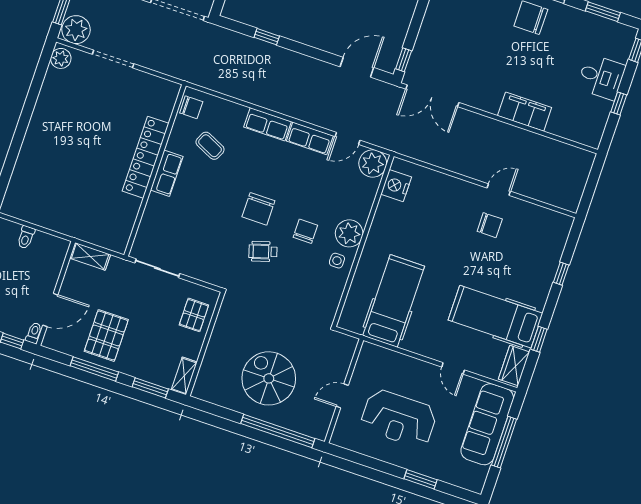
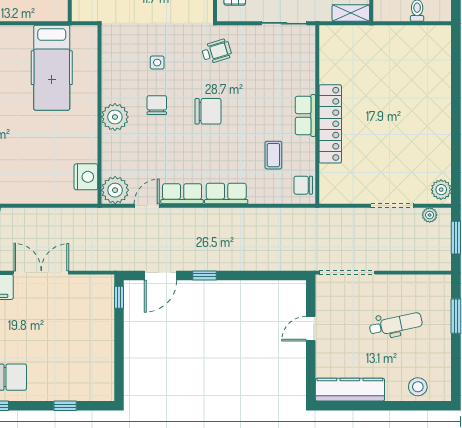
plant: (76, 30) -> (430, 215), width x0.53, depth x0.53
window: (267, 37) -> (204, 275), moved
double door: (432, 96) -> (41, 273), moved
coffee table: (210, 146) -> (273, 155), turned 65
chair: (258, 209) -> (208, 111), turned 90
chair: (305, 231) -> (157, 105), turned 180
wheelchair: (263, 252) -> (217, 51), moved
side table: (337, 261) -> (157, 63), moved

